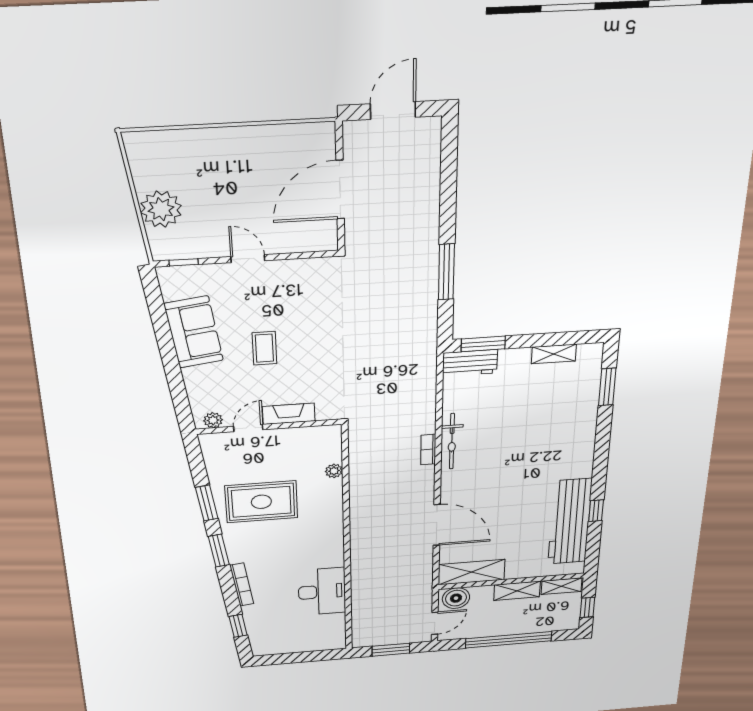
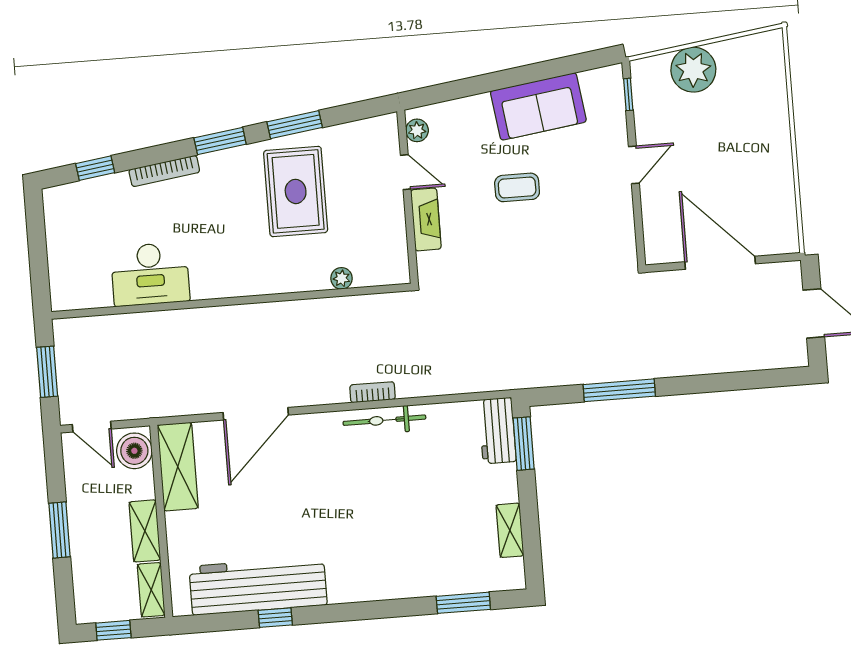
window: (509, 640) -> (60, 530), width x0.47

